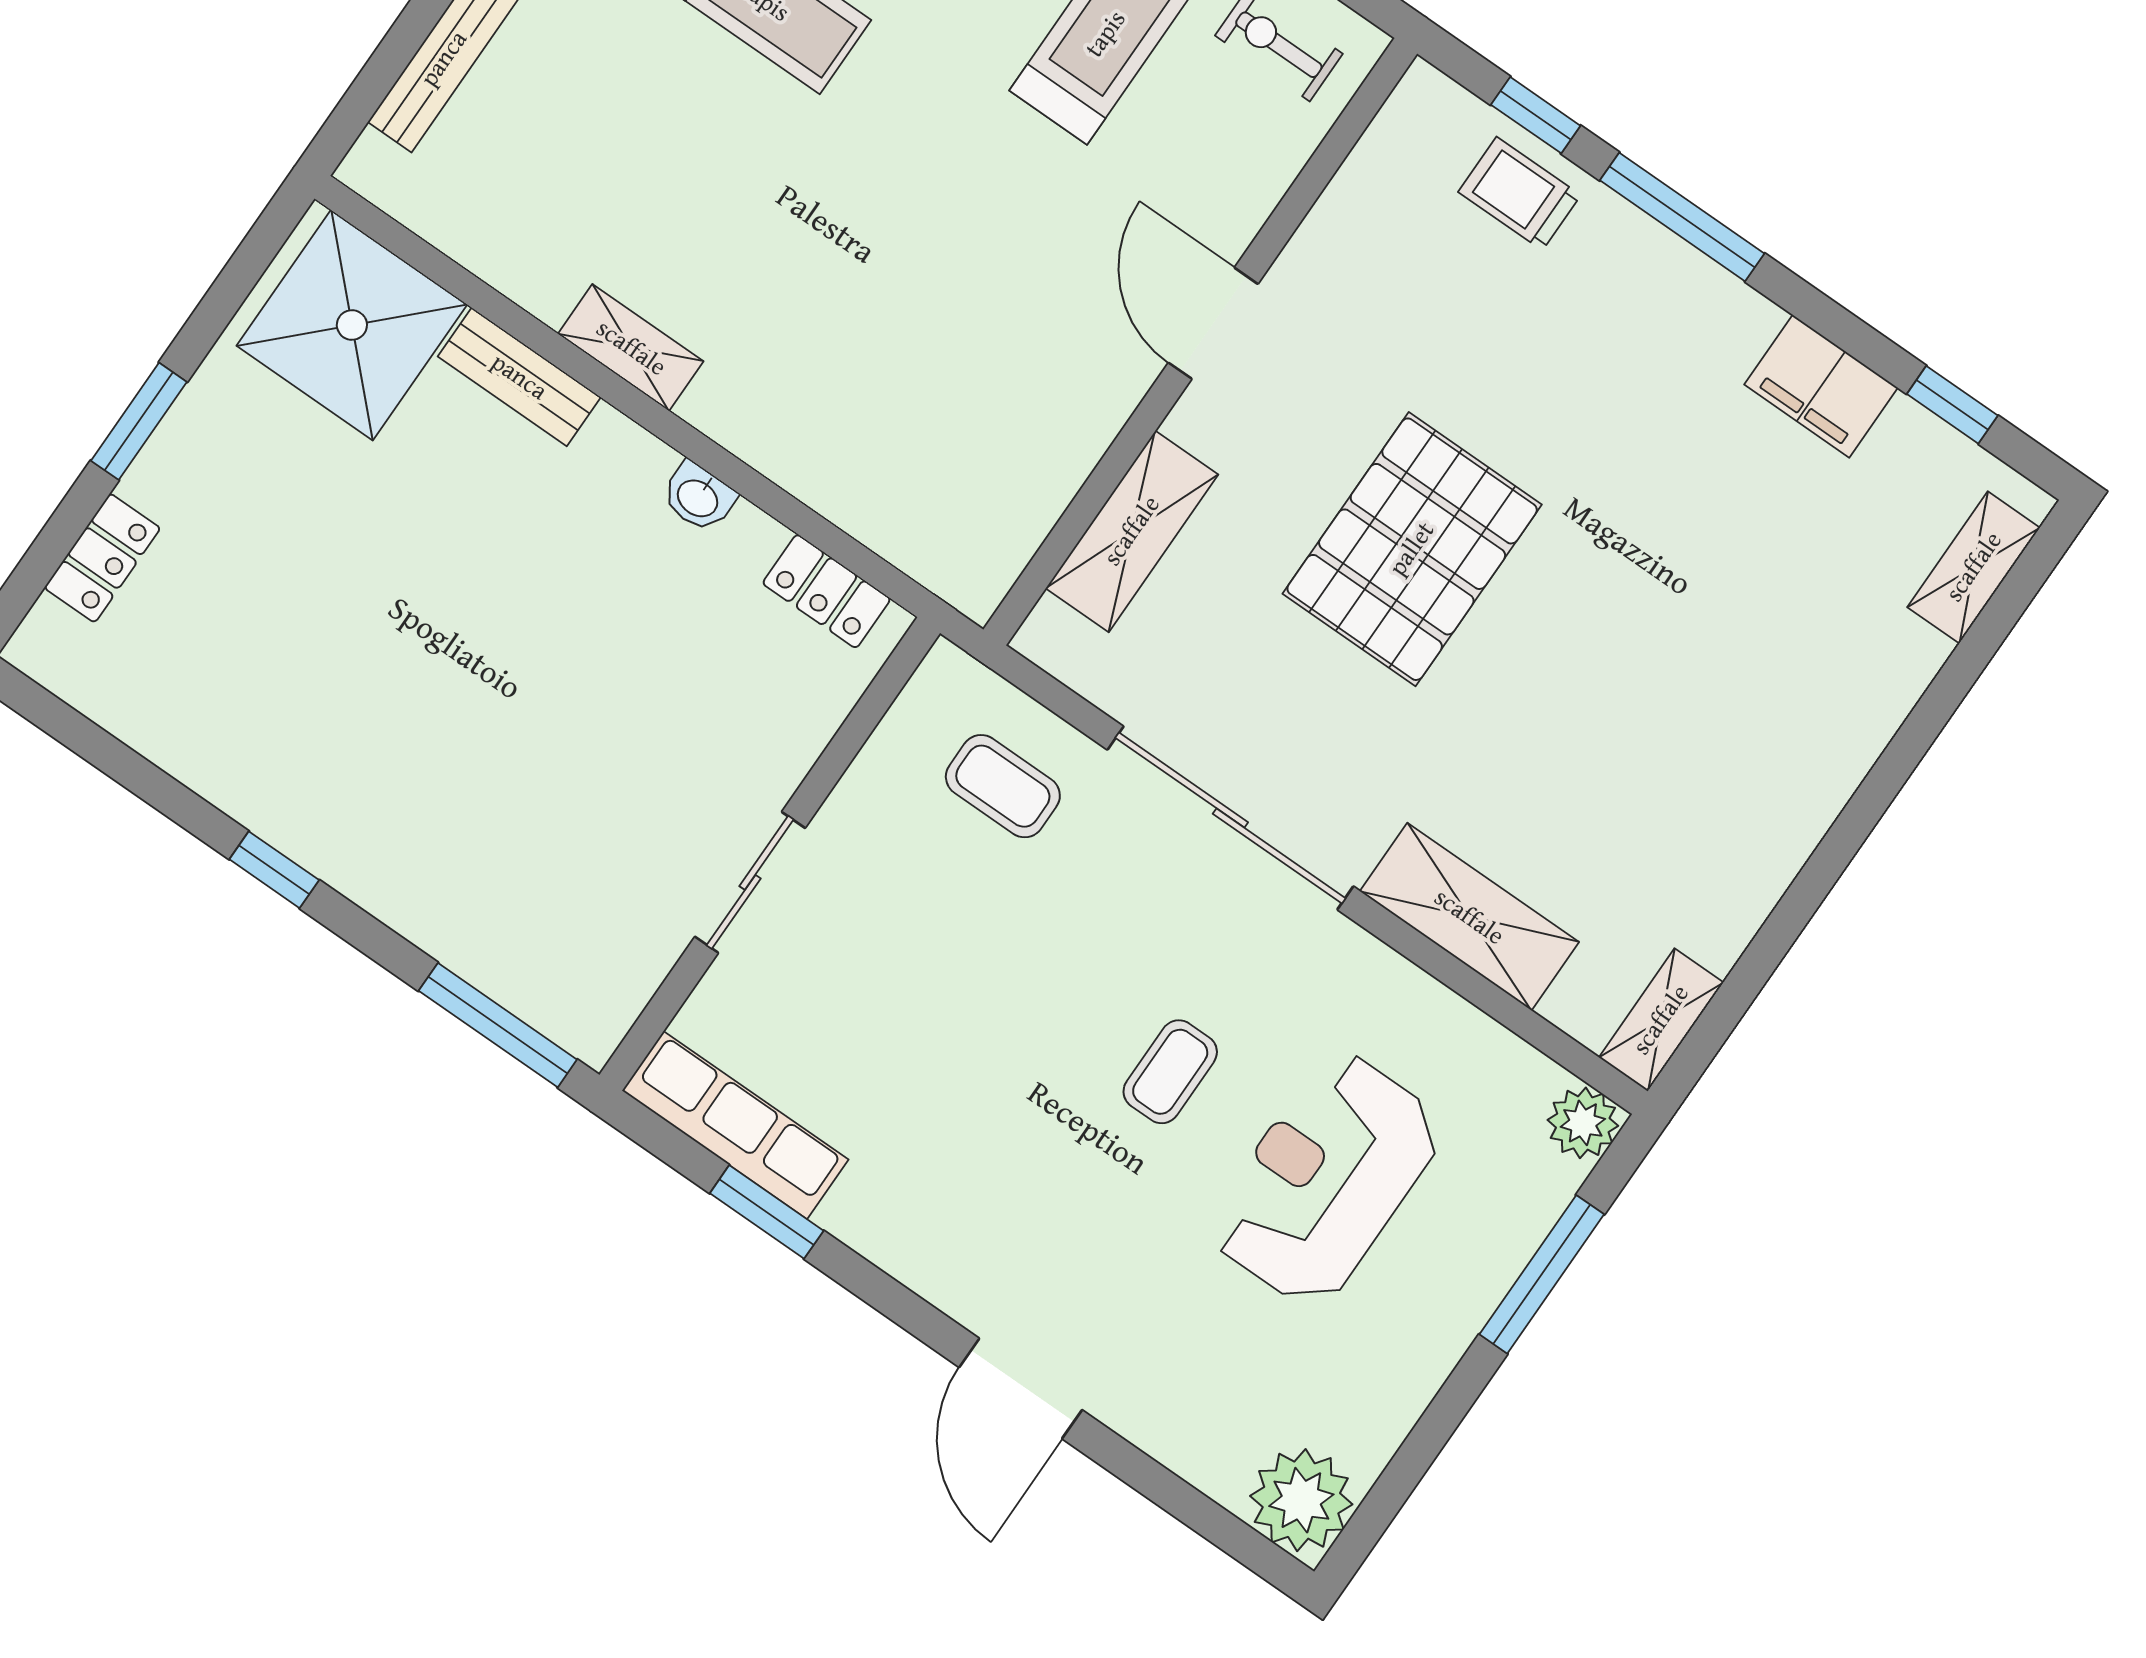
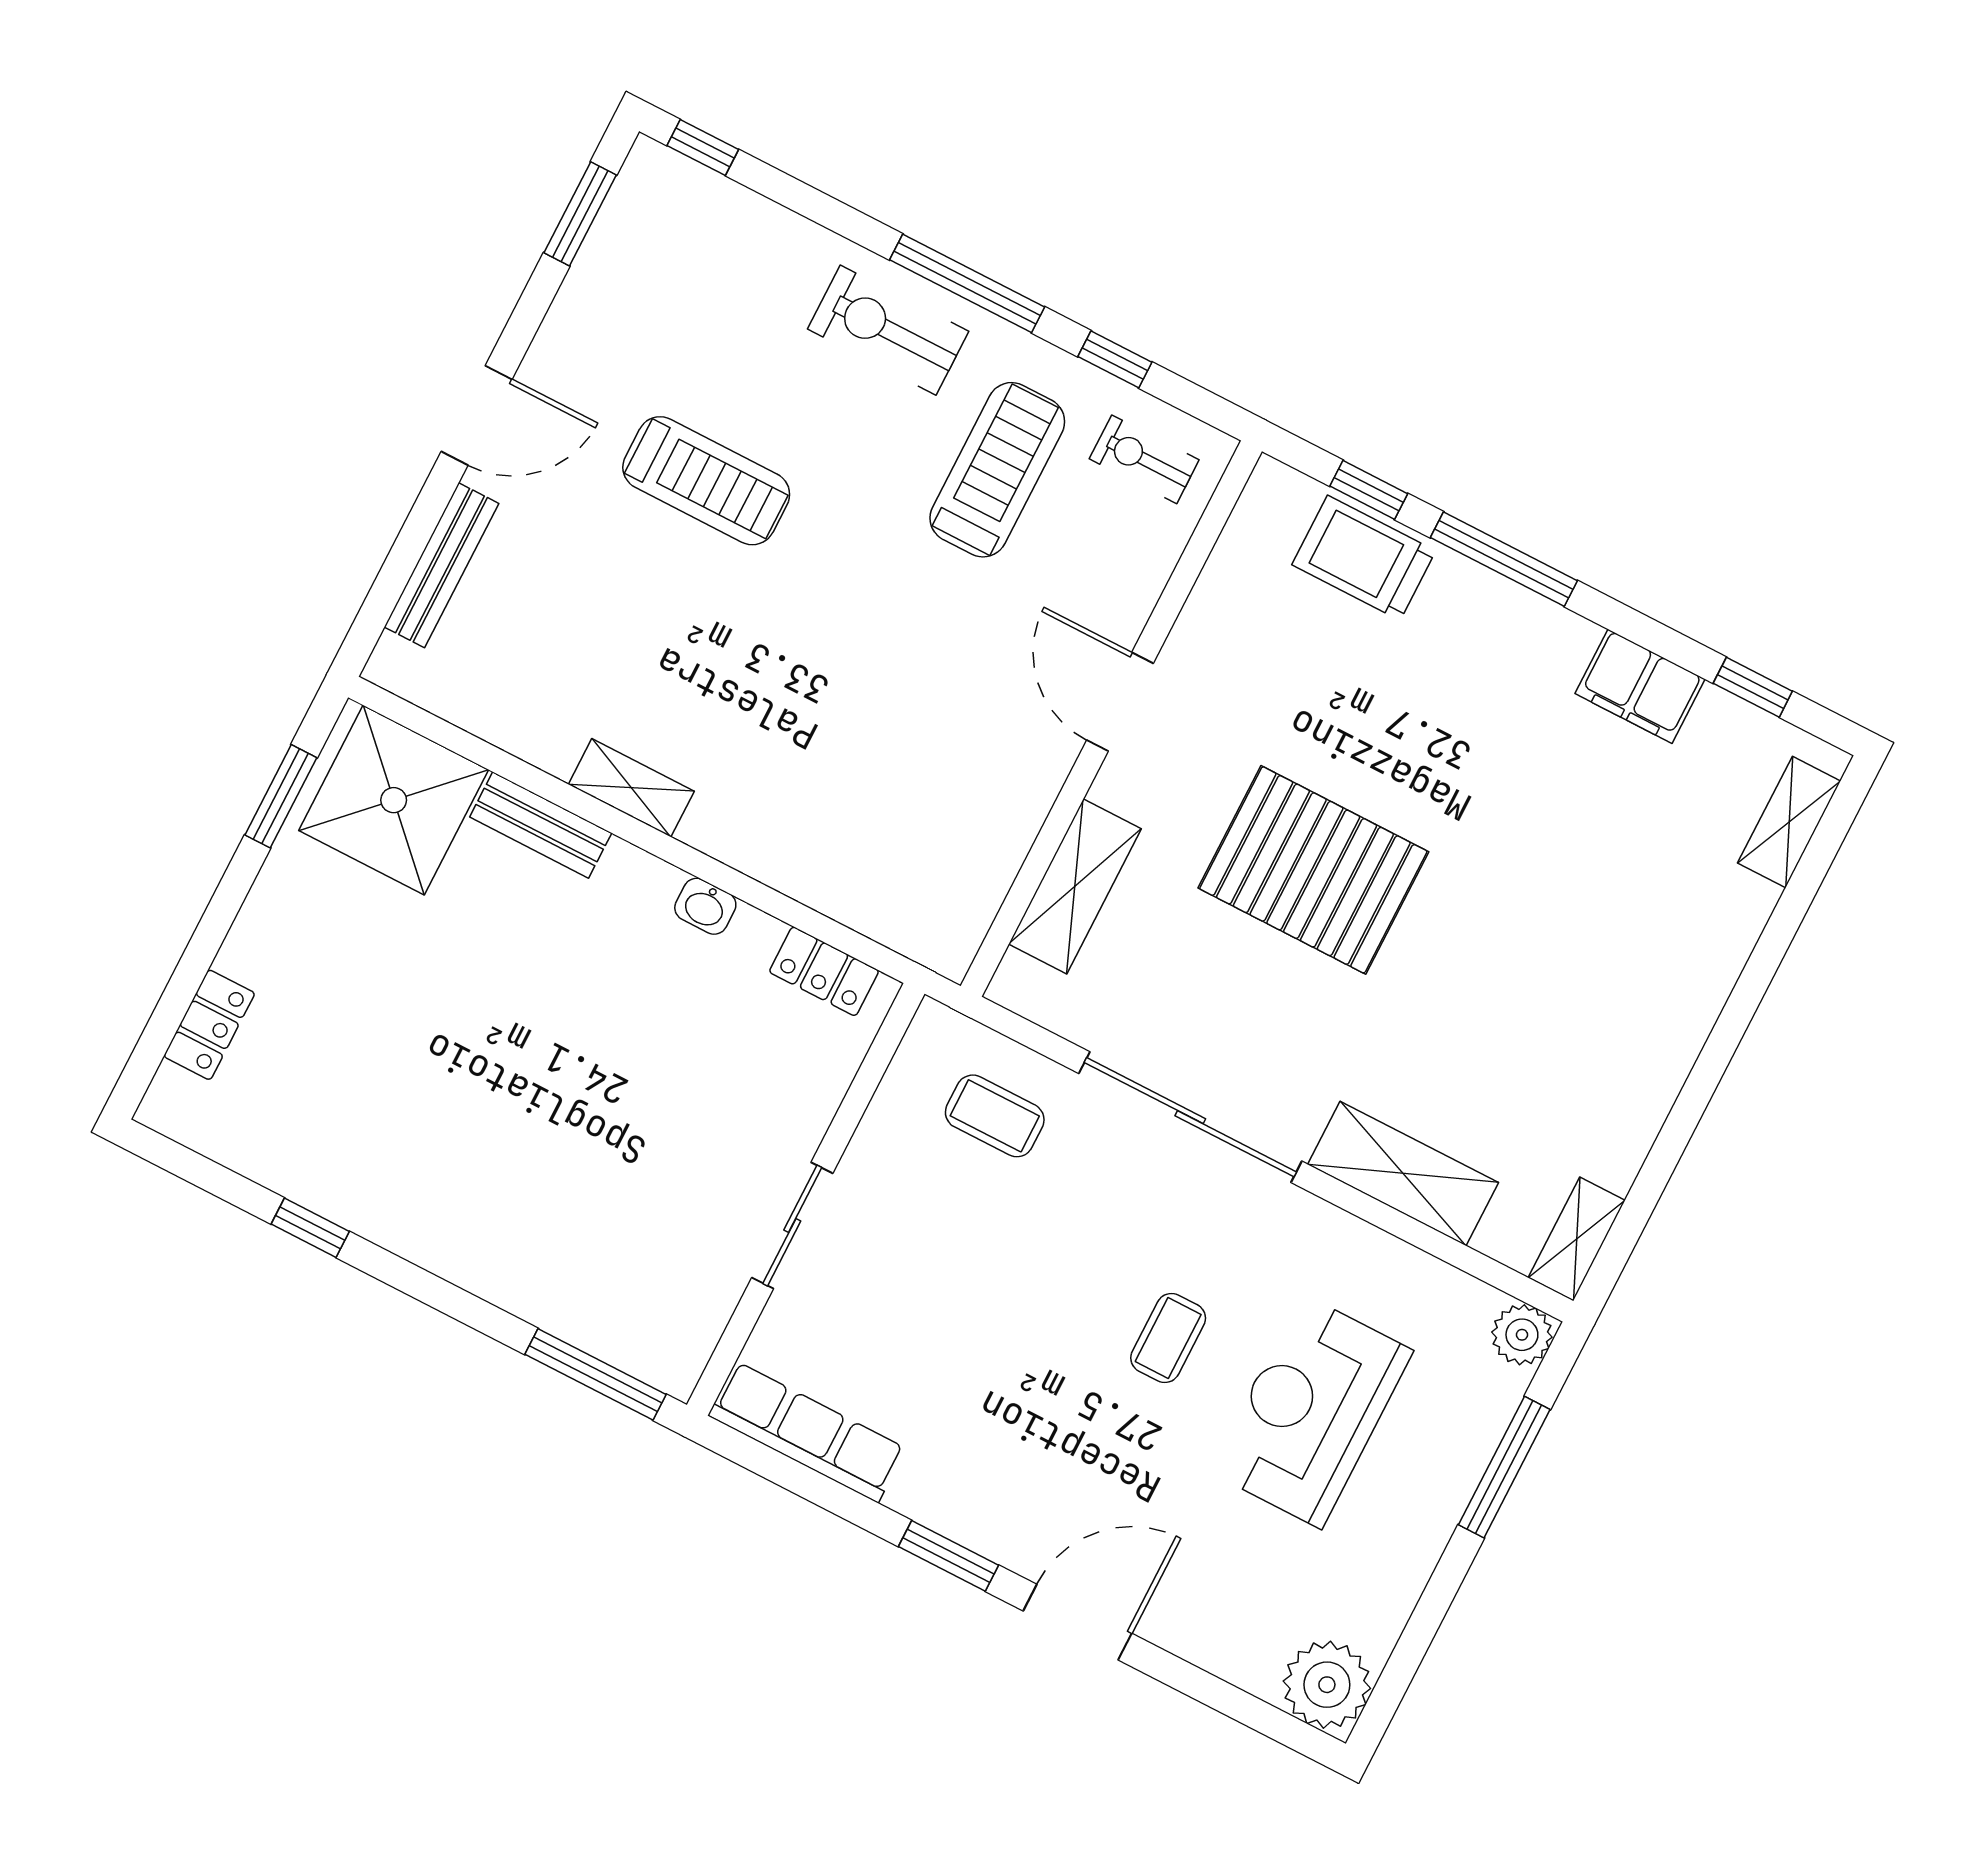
trolley: (1519, 194) -> (1364, 558), width x1.36, depth x1.39
window: (139, 421) -> (281, 796), moved
pallet: (1412, 549) -> (1313, 870), turned 90
window: (274, 870) -> (310, 1228), moved
window: (767, 1212) -> (949, 1556), moved
door: (1021, 1389) -> (1078, 1622), swing flipped

